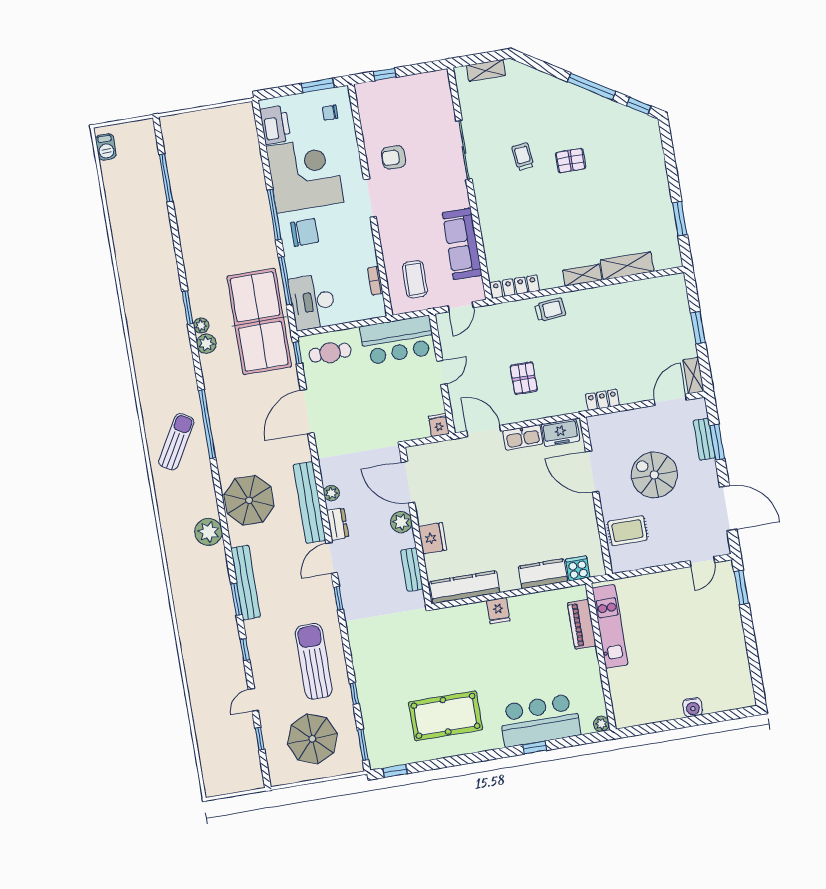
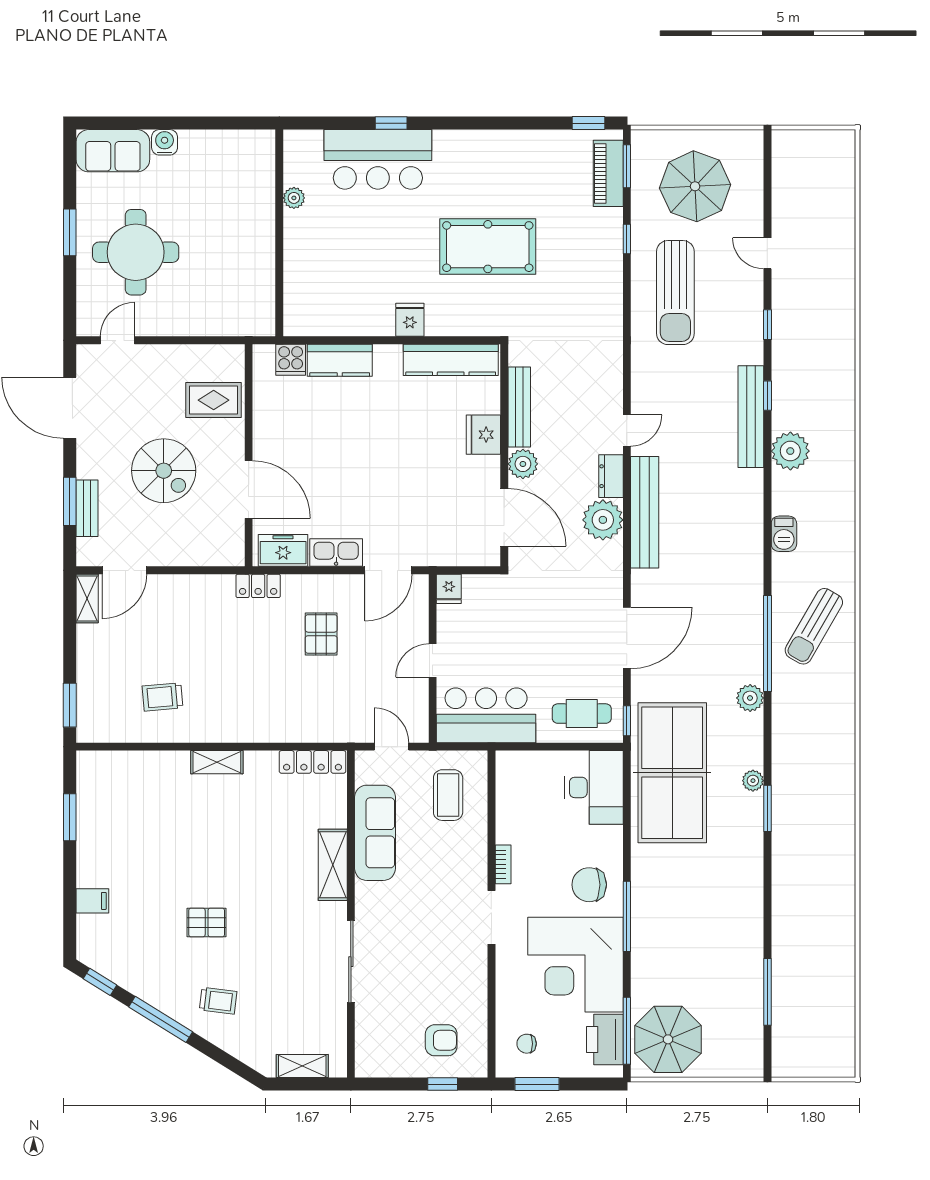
chair: (330, 113) -> (527, 1044), turned 180
barbecue: (106, 147) -> (784, 534), moved, turned 180
armchair: (394, 157) -> (441, 1040), moved
trolley: (523, 157) -> (218, 1001), moved, turned -77
filing cabinet: (654, 162) -> (92, 901), added
shelving: (627, 266) -> (333, 865), moved, turned 90
window: (285, 281) -> (627, 1031), moved
bookcase: (375, 281) -> (503, 864), moved
door: (461, 307) -> (391, 747), hinge flipped
trolley: (550, 310) -> (162, 697), moved
window: (698, 328) -> (70, 705), moved
plant: (206, 344) -> (750, 698), moved
locker: (602, 400) -> (258, 586), moved
door: (484, 431) -> (388, 570), hinge flipped
plant: (331, 493) -> (603, 520), width x1.87, depth x1.87
parasol: (249, 500) -> (668, 1039), moved
plant: (209, 532) -> (790, 451), moved
door: (332, 558) -> (627, 431), width x0.73
bench: (412, 570) -> (519, 407), width x1.36
window: (741, 587) -> (70, 232), moved
window: (338, 598) -> (627, 374), removed
window: (236, 599) -> (767, 396), width x0.67
piano: (582, 624) -> (608, 173), moved, turned 180
kitchen unit: (610, 626) -> (259, 272), removed
round table: (700, 626) -> (136, 252), added
sofa: (728, 695) -> (113, 151), added
door: (253, 700) -> (767, 253), swing flipped
pool table: (446, 716) -> (488, 247), moved
plant: (601, 724) -> (294, 198), moved
window: (260, 739) -> (767, 198), removed

